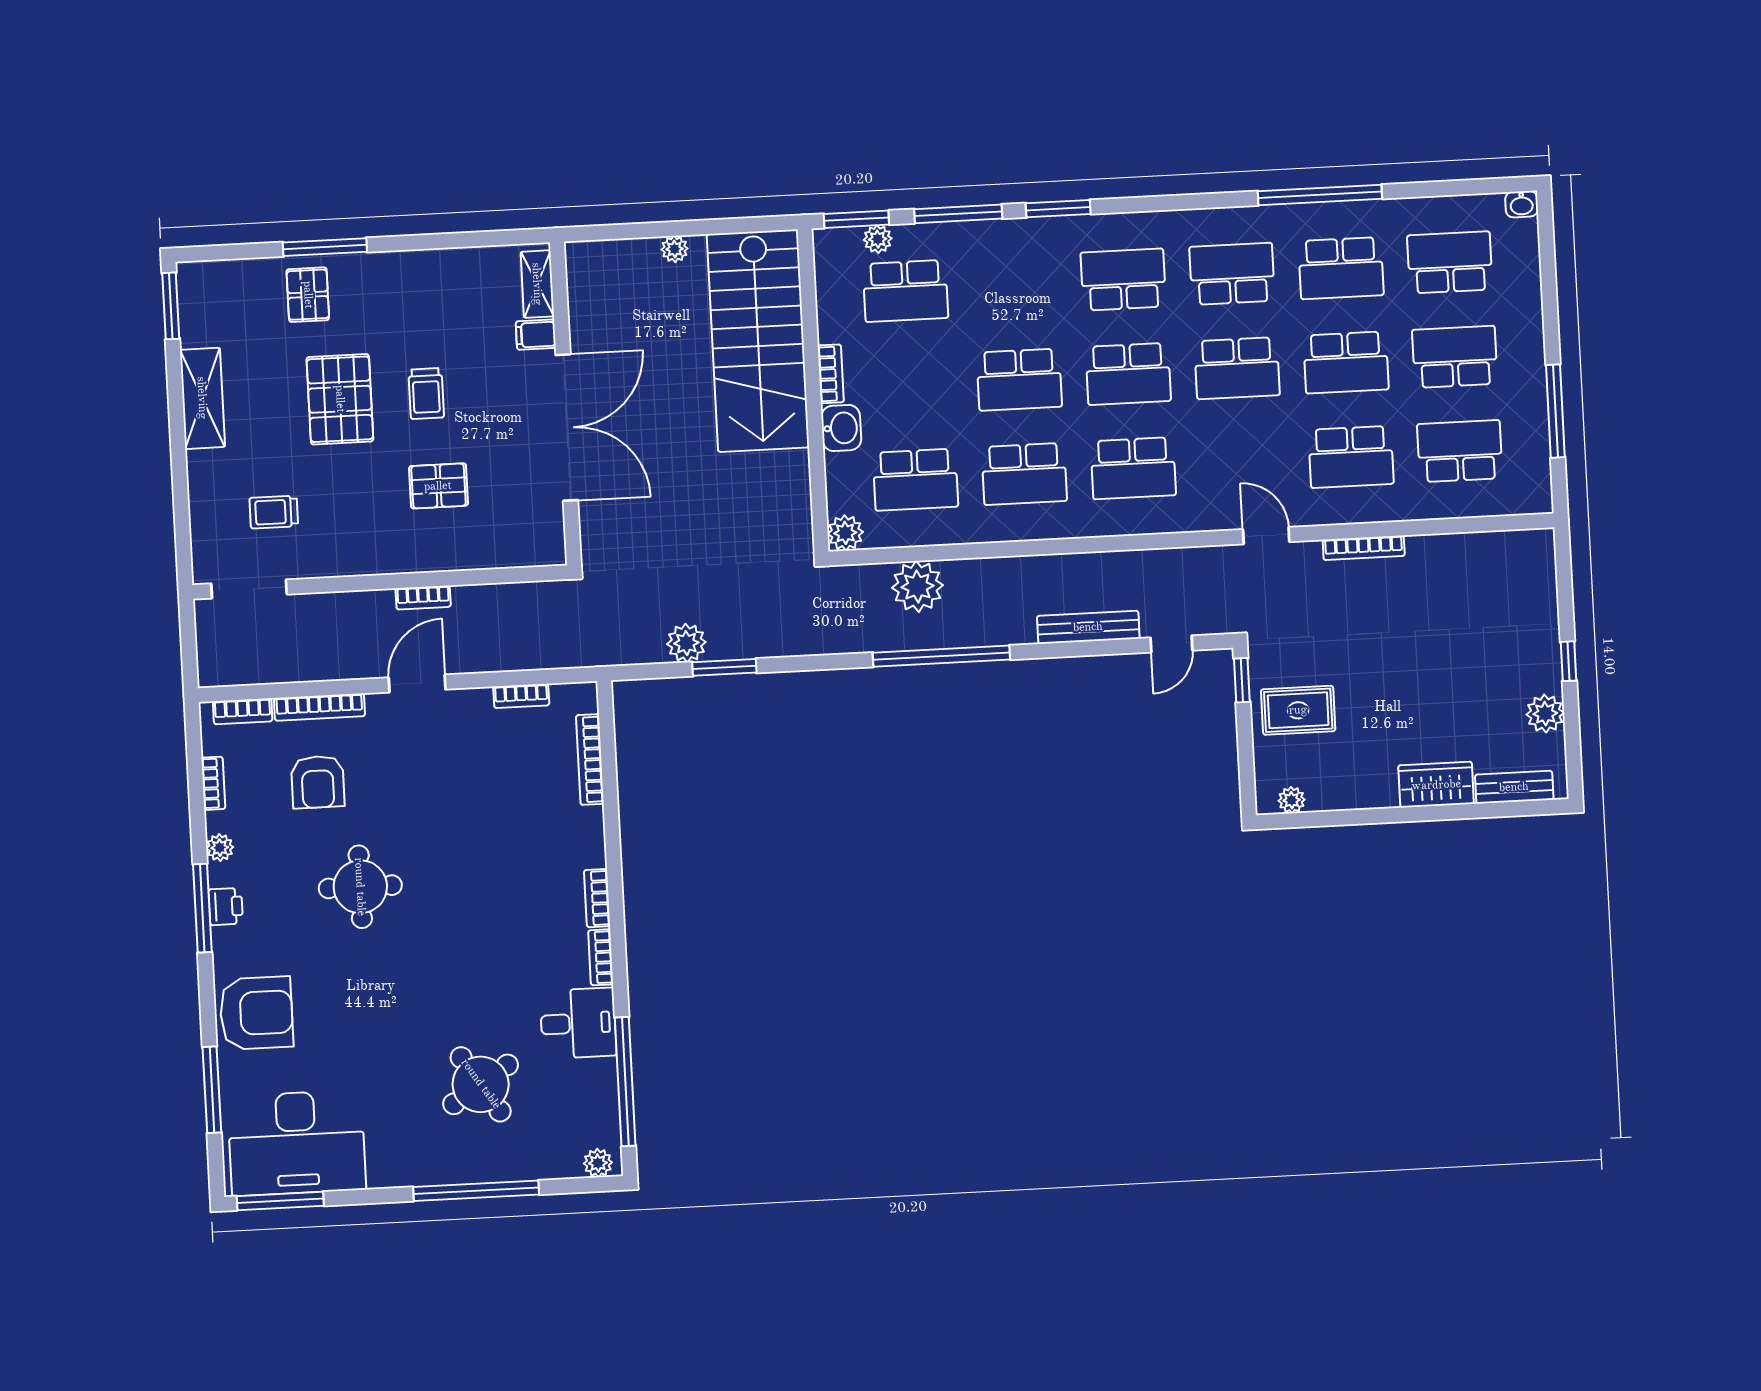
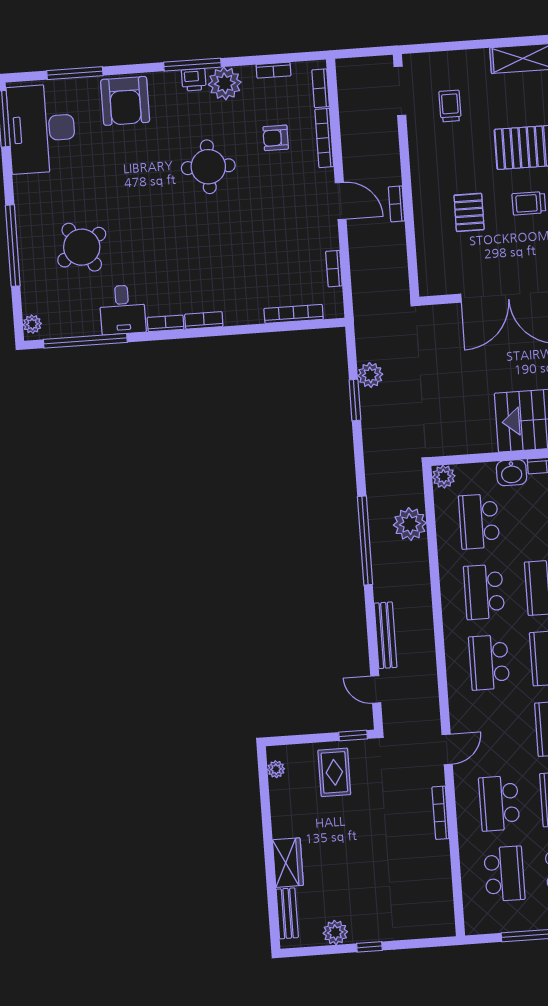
armchair: (318, 782) -> (276, 138), width x0.72, depth x0.72
plant: (220, 848) -> (225, 83), width x1.88, depth x1.88

